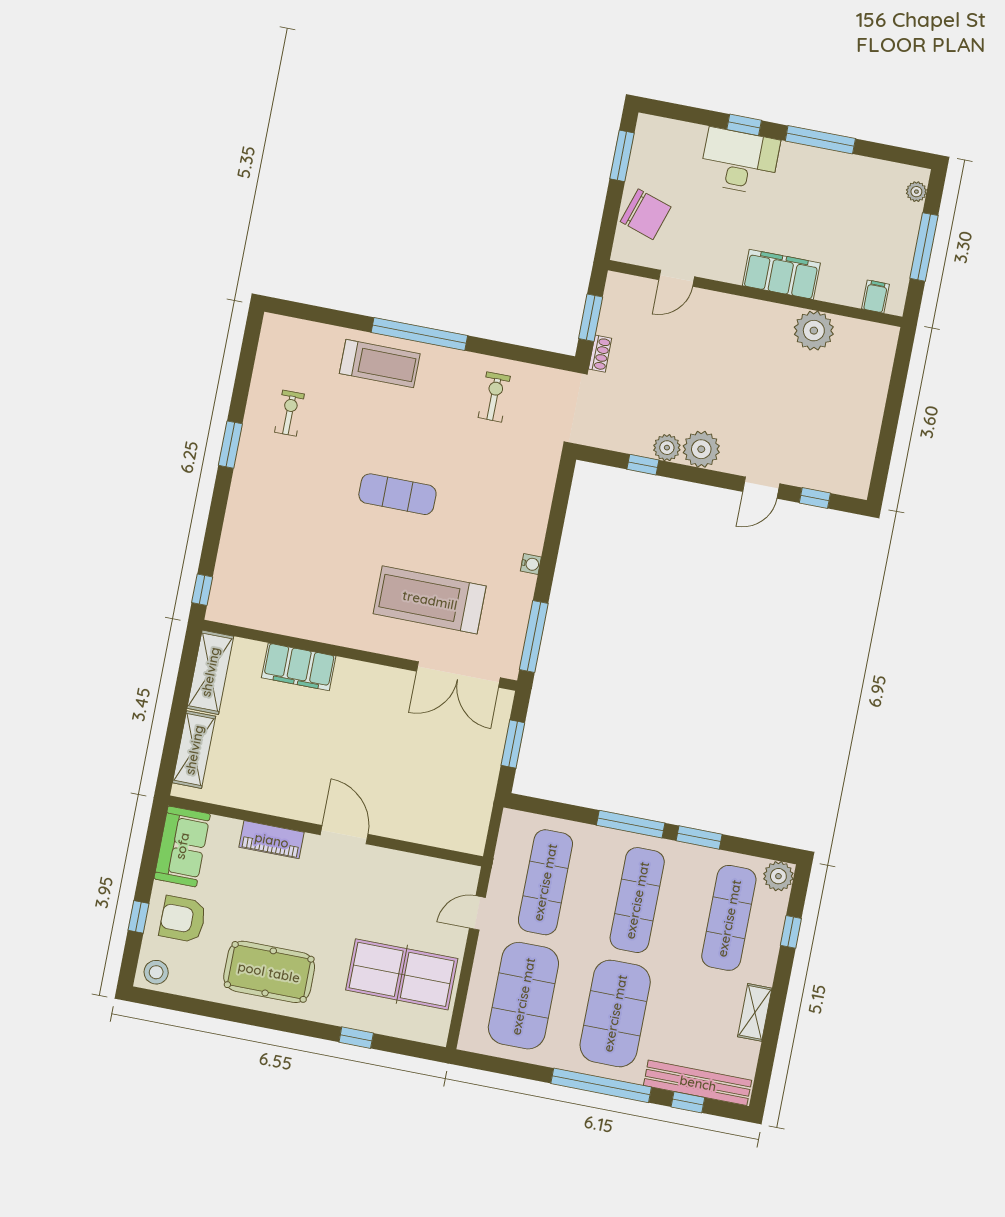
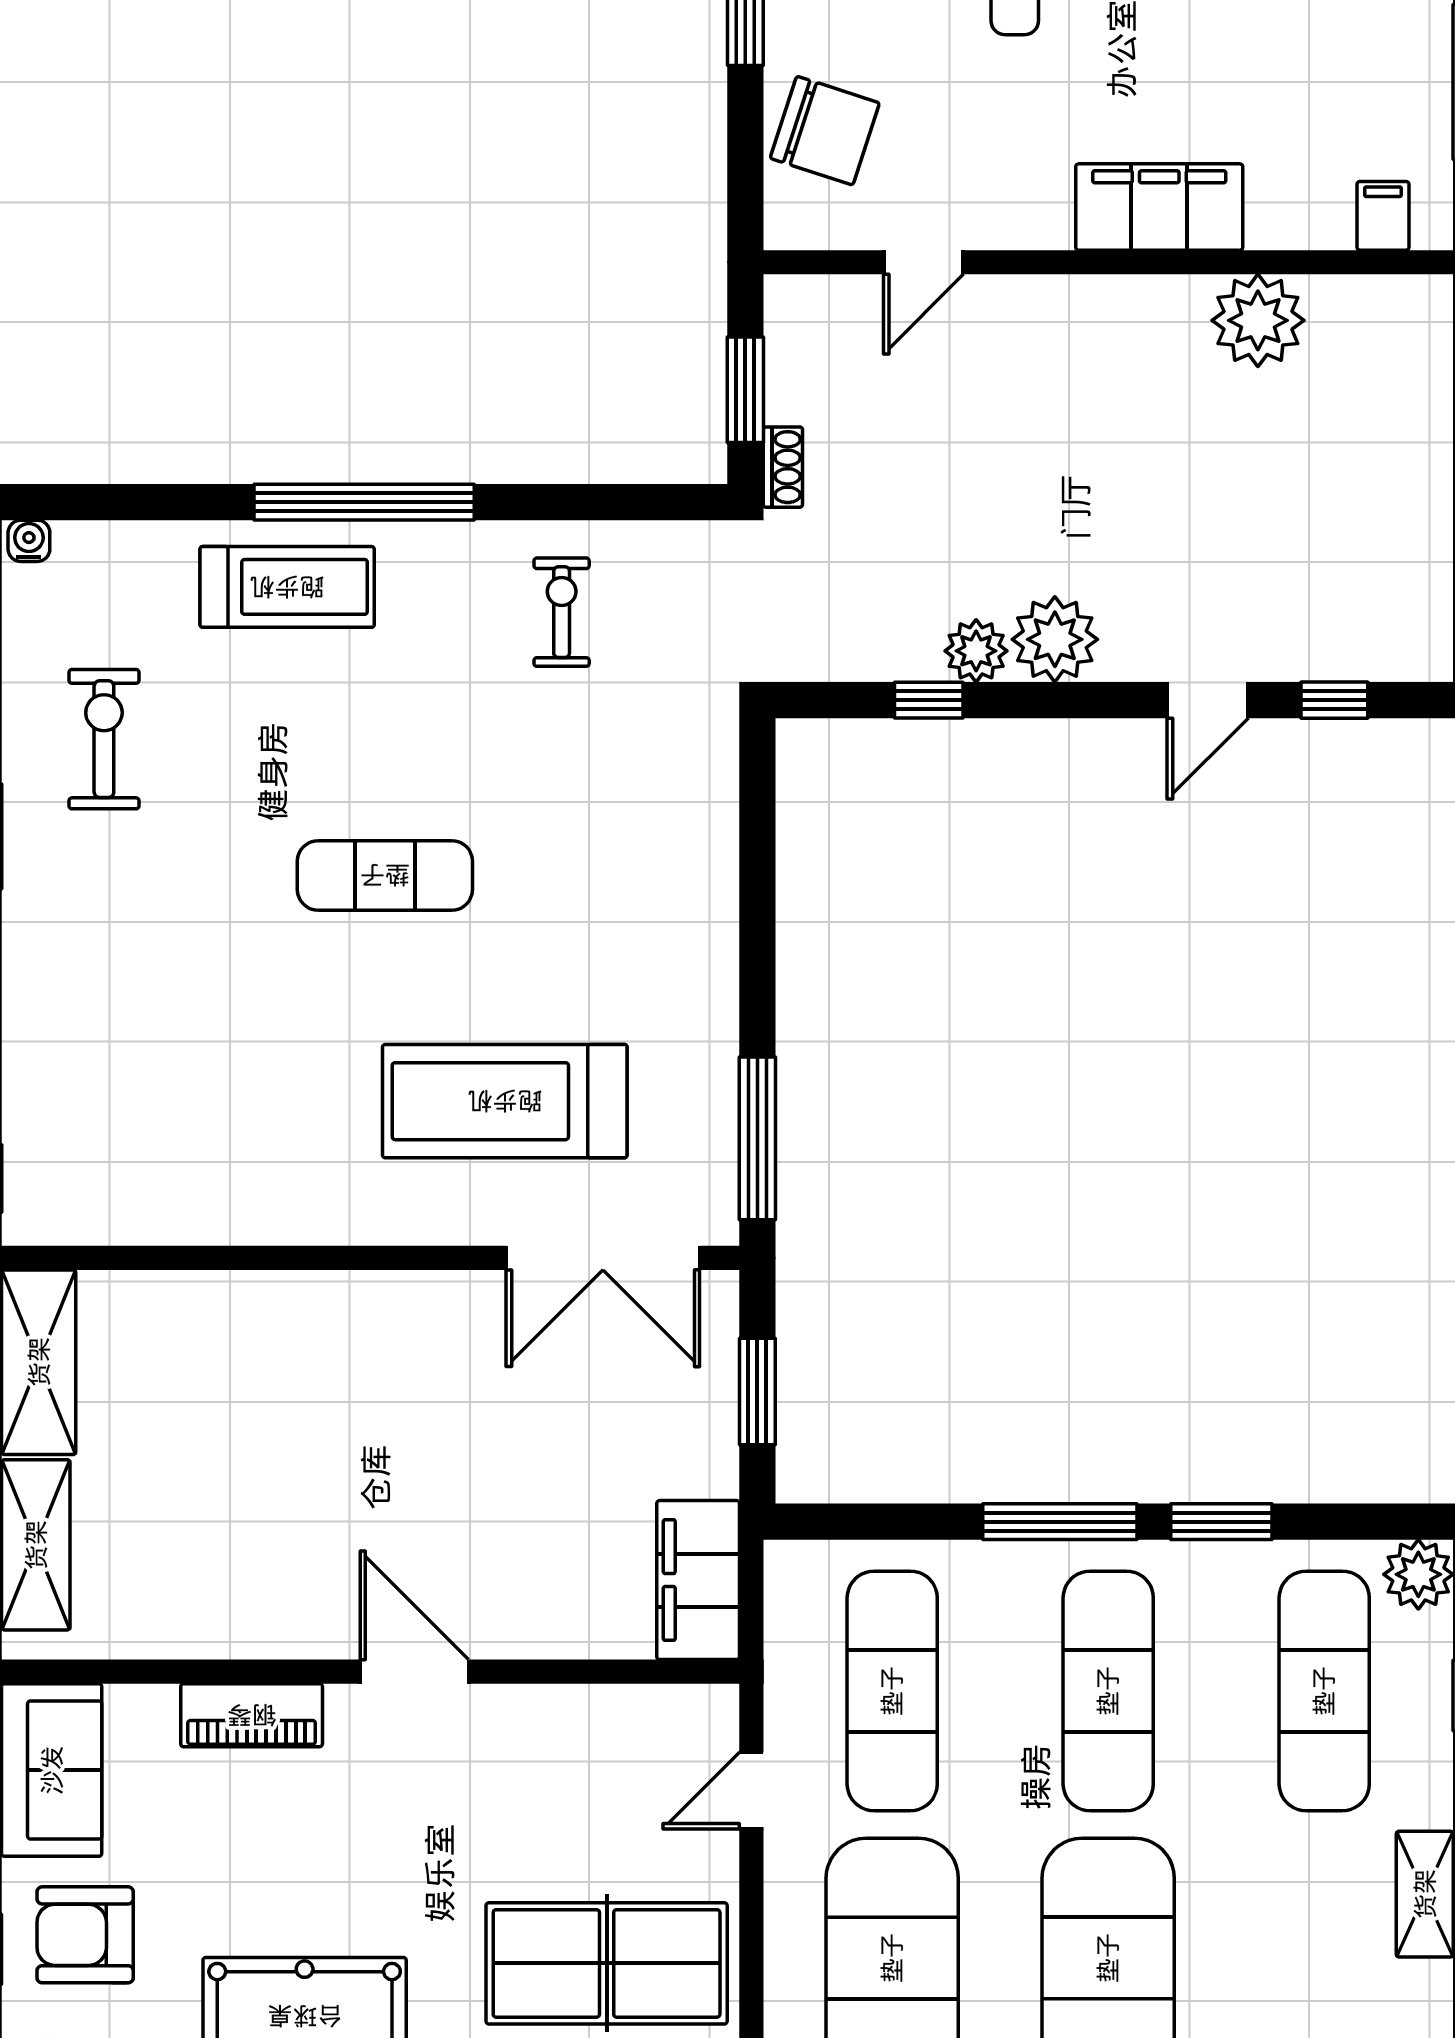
exercise bike: (289, 413) -> (104, 739), width x1.38, depth x1.39
water cooler: (531, 564) -> (29, 541), moved, turned -90
filing cabinet: (299, 667) -> (698, 1580), moved, turned 90

